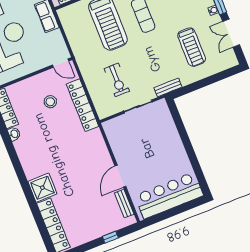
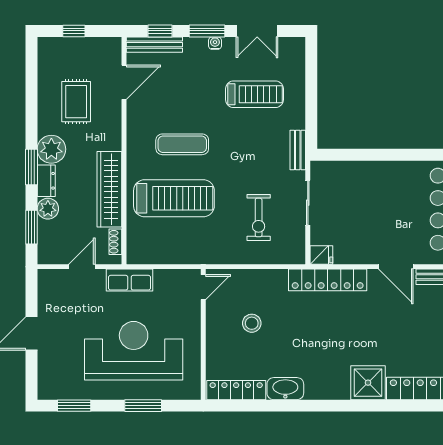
exercise bike: (117, 80) -> (259, 218), turned 90
locker: (83, 105) -> (328, 280), moved
fridge: (109, 128) -> (321, 255), added
washbasin: (14, 134) -> (285, 389), width x1.91, depth x1.45

